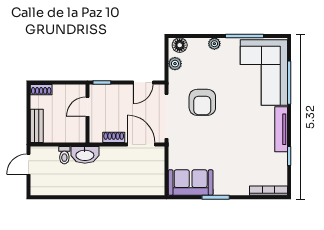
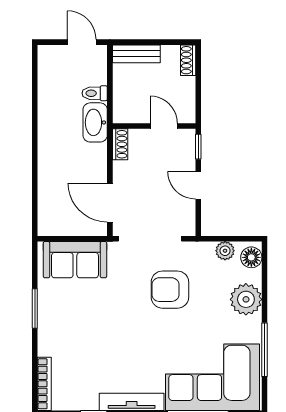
plant: (214, 44) -> (246, 299), width x1.88, depth x1.88
door: (143, 82) -> (198, 185), moved
shoe rack: (114, 137) -> (120, 144), moved
door: (141, 144) -> (110, 203), swing flipped
sofa: (191, 183) -> (75, 260), moved, turned 90

